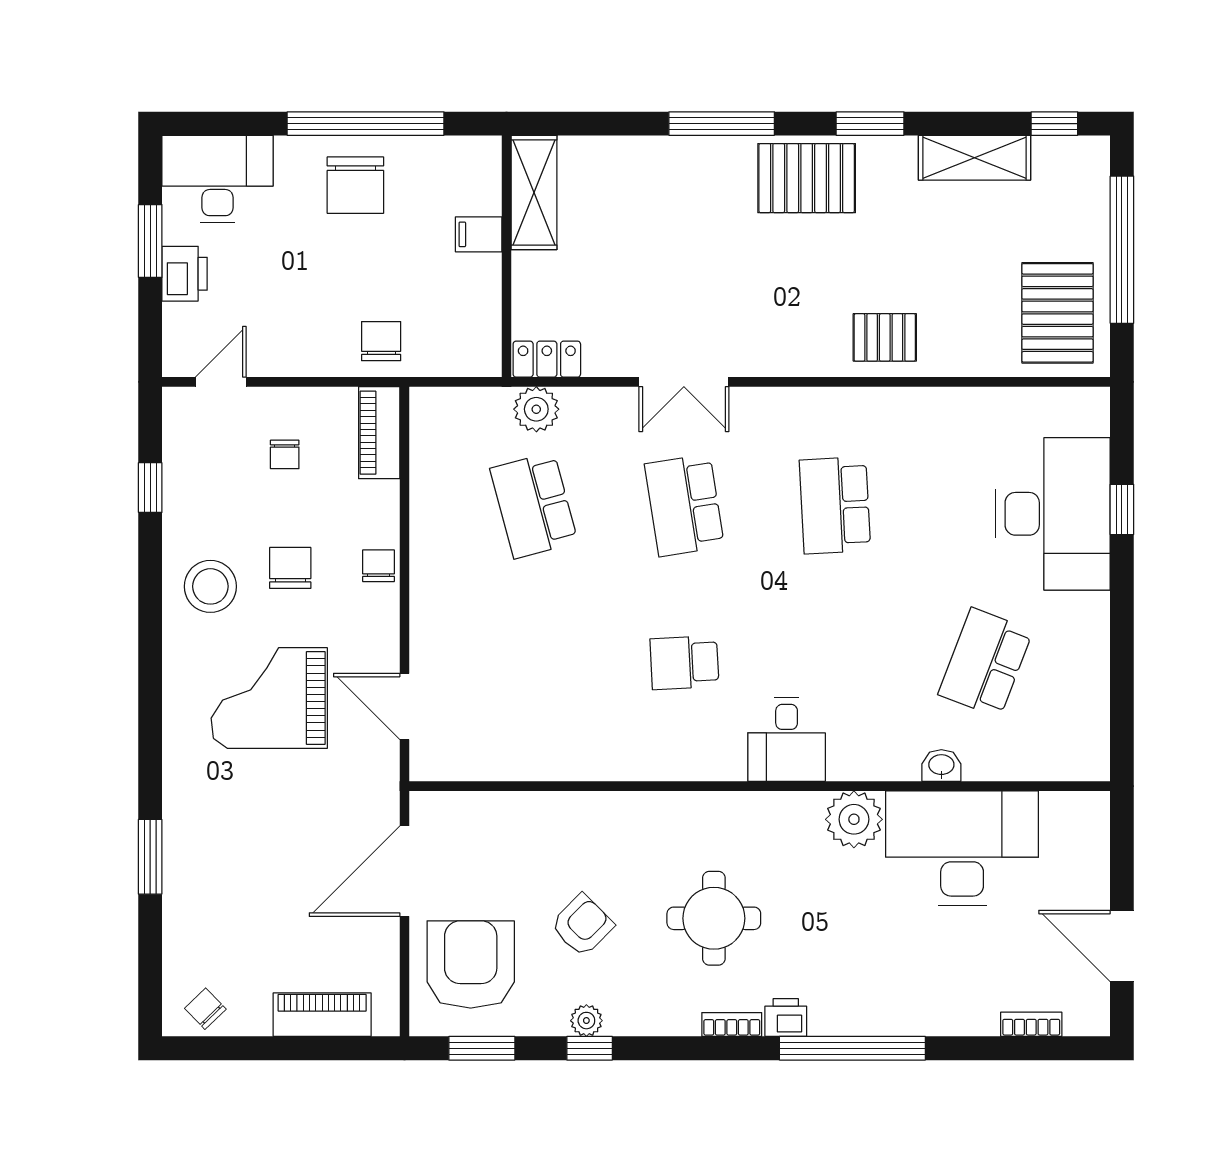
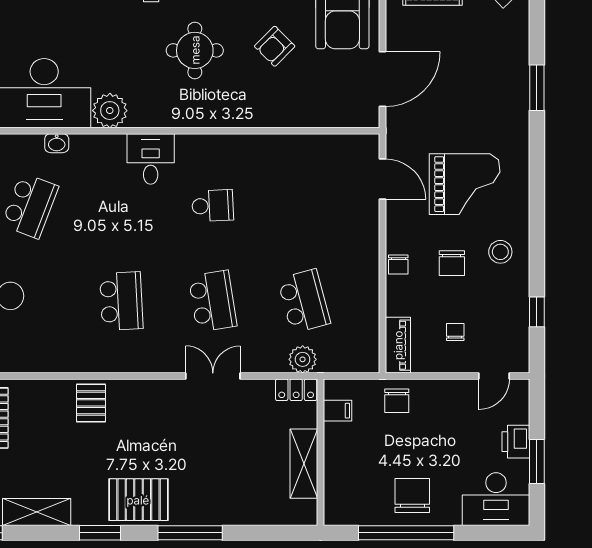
shelving: (534, 192) -> (304, 464), moved
filing cabinet: (479, 234) -> (338, 411), moved
pallet: (885, 337) -> (91, 403), turned 90
stool: (210, 586) -> (500, 252), width x0.73, depth x0.73

